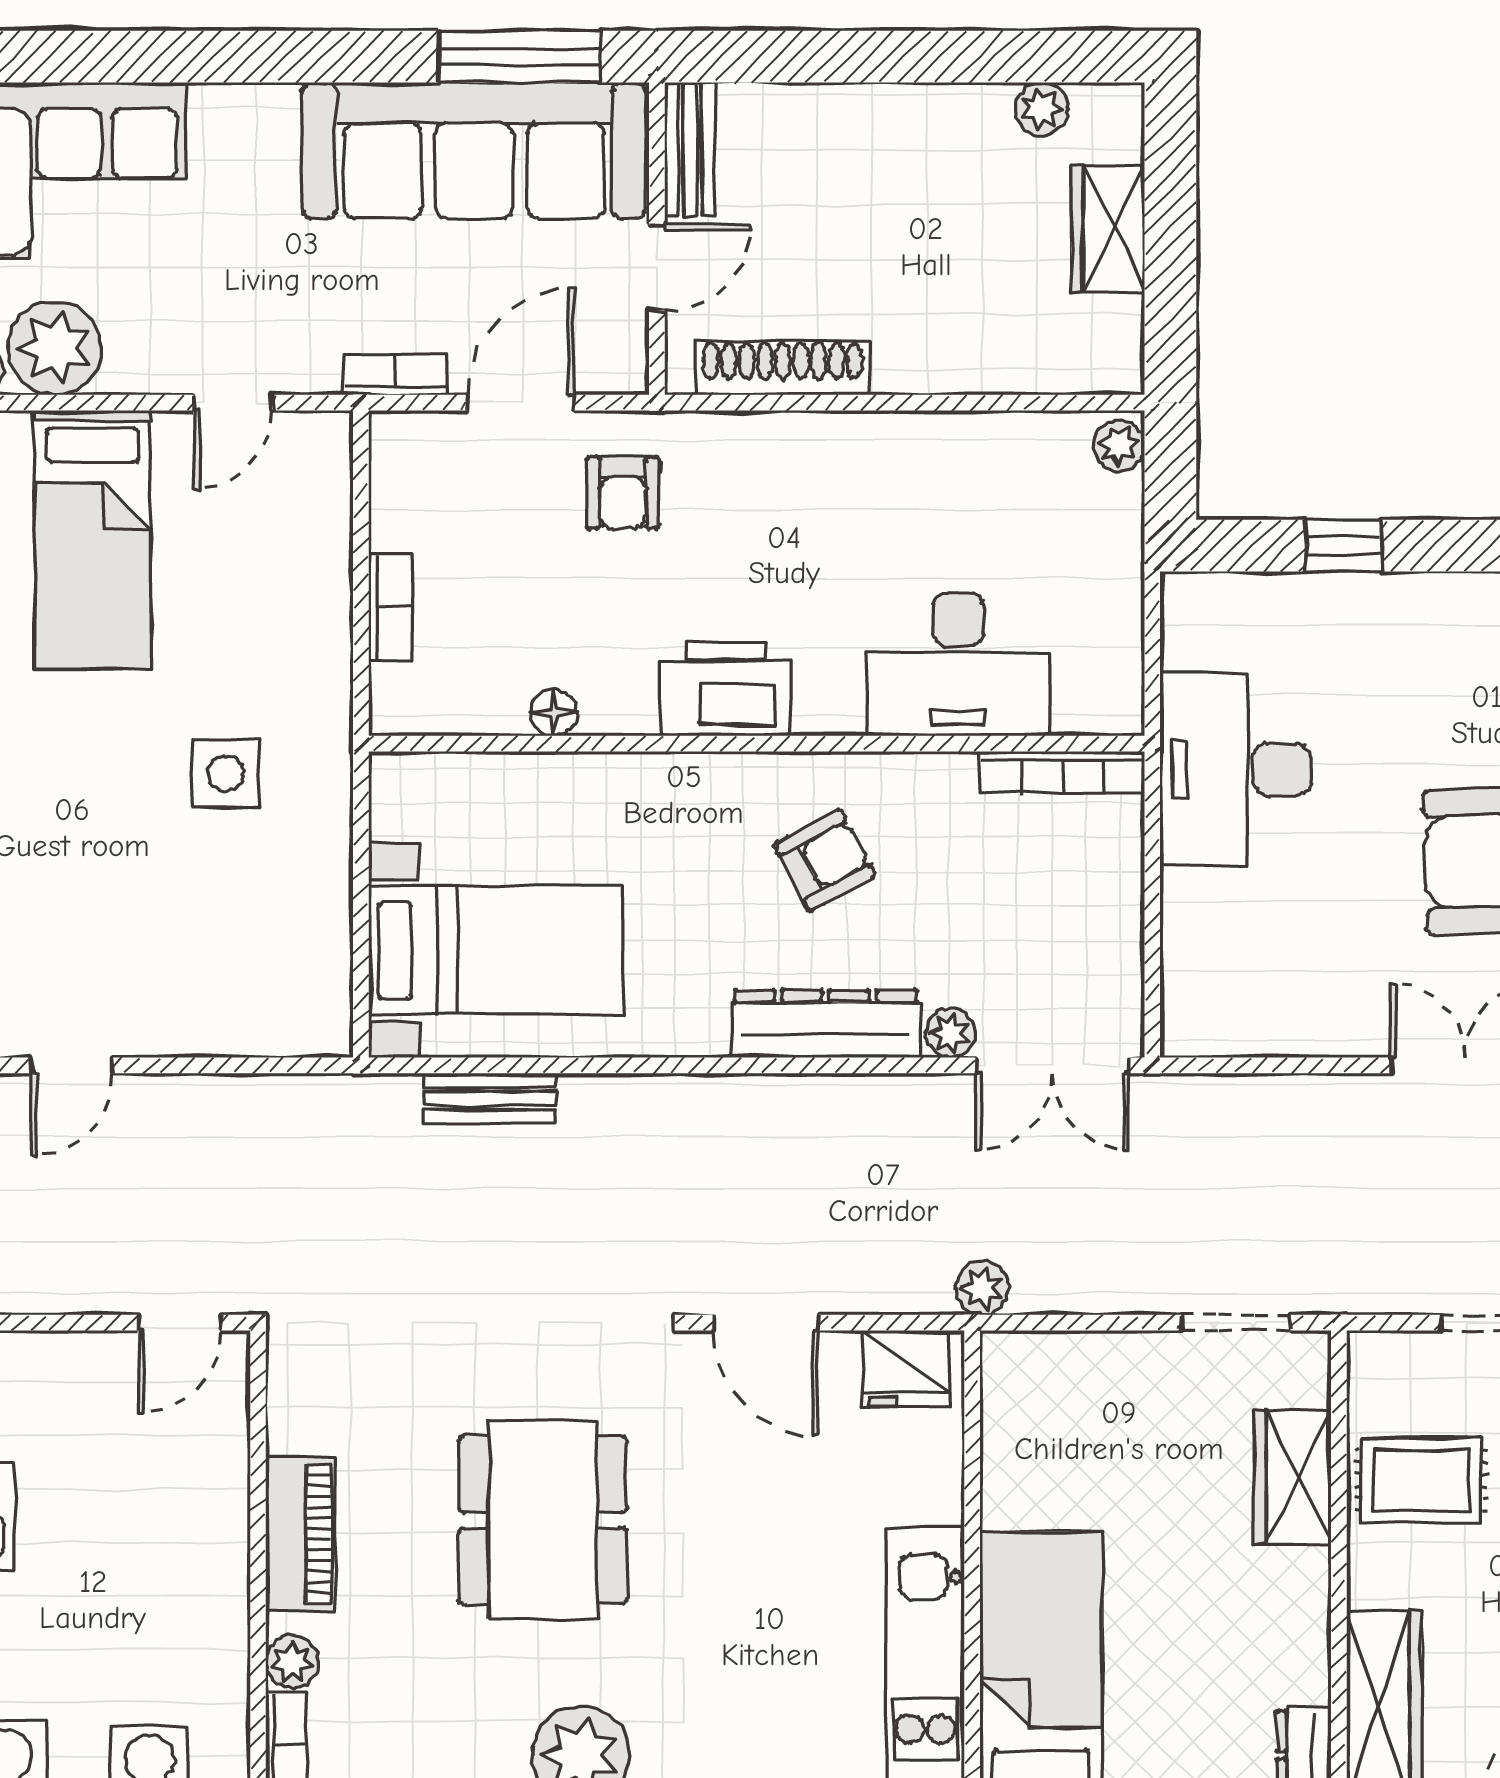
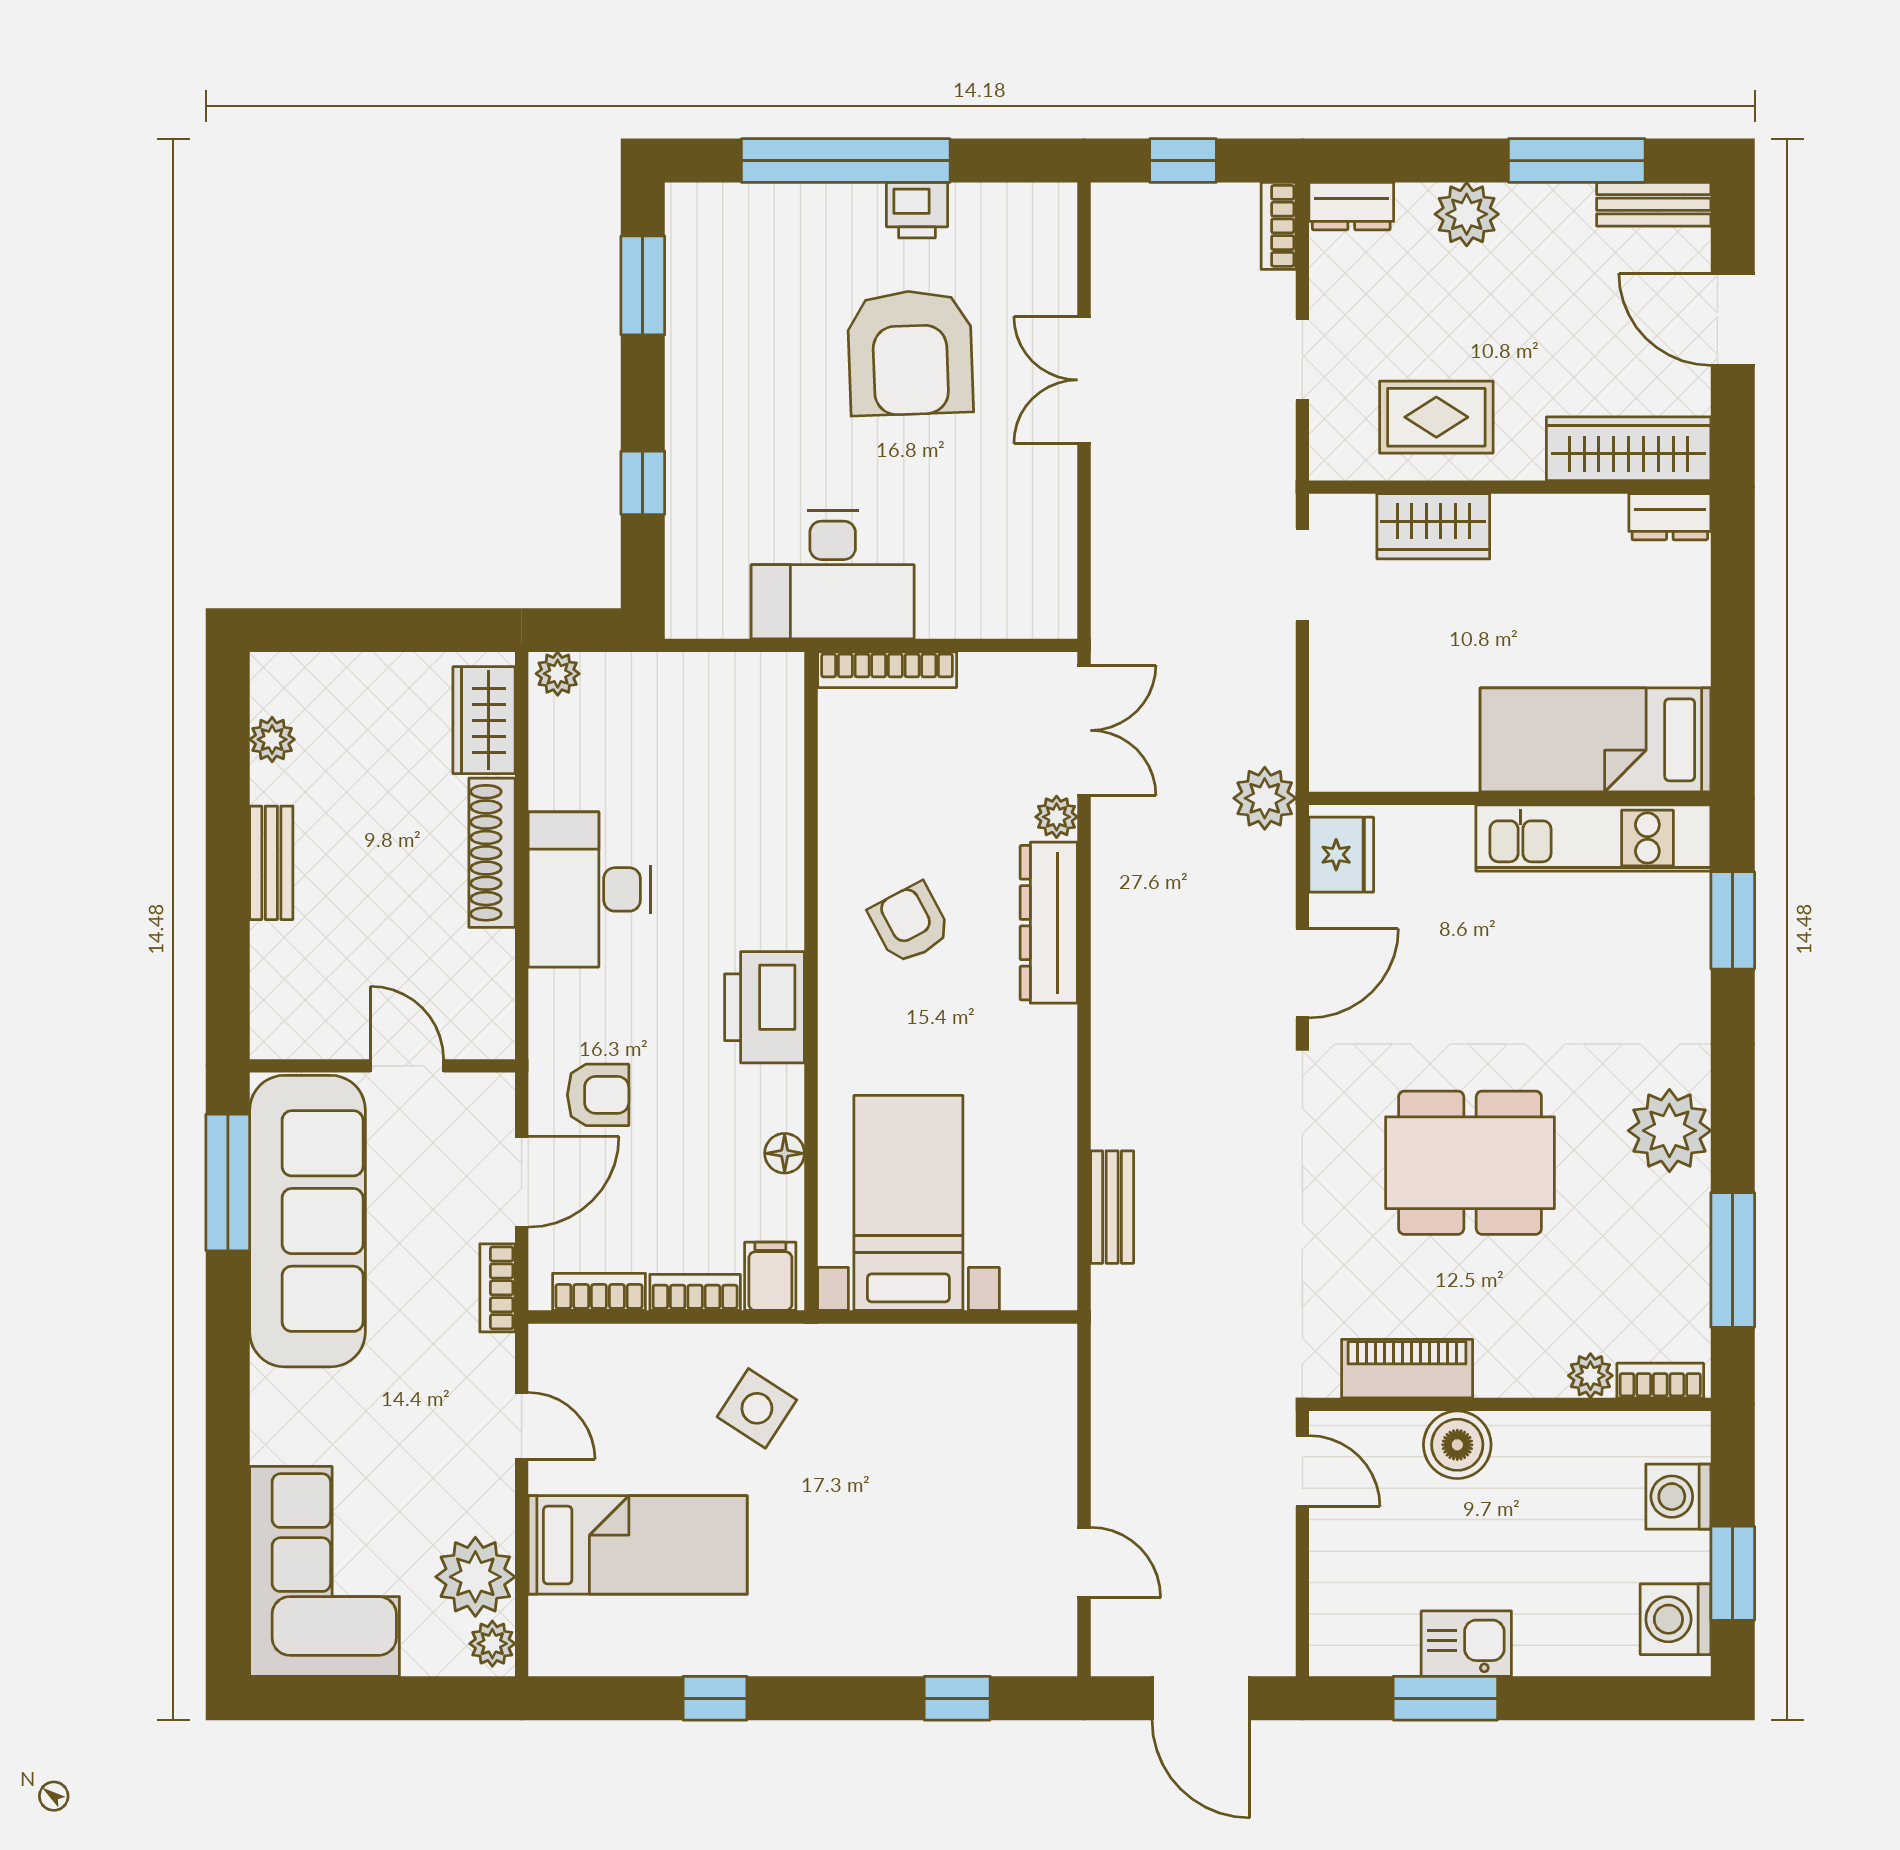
bench: (690, 149) -> (271, 863), moved, turned 90
wardrobe: (1108, 228) -> (484, 720), moved, turned 90
shoe rack: (783, 368) -> (492, 853), moved
door: (520, 403) -> (522, 1182), swing flipped
bookcase: (391, 494) -> (599, 1292), added
desk: (958, 664) -> (589, 889), moved, turned 180
filing cabinet: (409, 696) -> (770, 1276), added
bookcase: (1063, 772) -> (887, 670), moved, turned 90
side table: (226, 773) -> (757, 1408), moved, turned 33
bed with nightstands: (495, 951) -> (908, 1203), moved
plant: (982, 1288) -> (1265, 798), width x1.38, depth x1.38
rug: (1421, 1480) -> (1436, 417), turned 90
boiler: (210, 1505) -> (1457, 1445), added
piano: (300, 1534) -> (1407, 1369), moved

